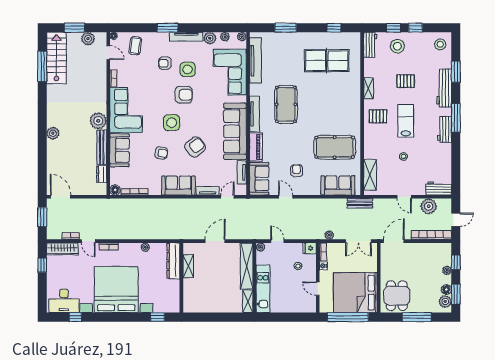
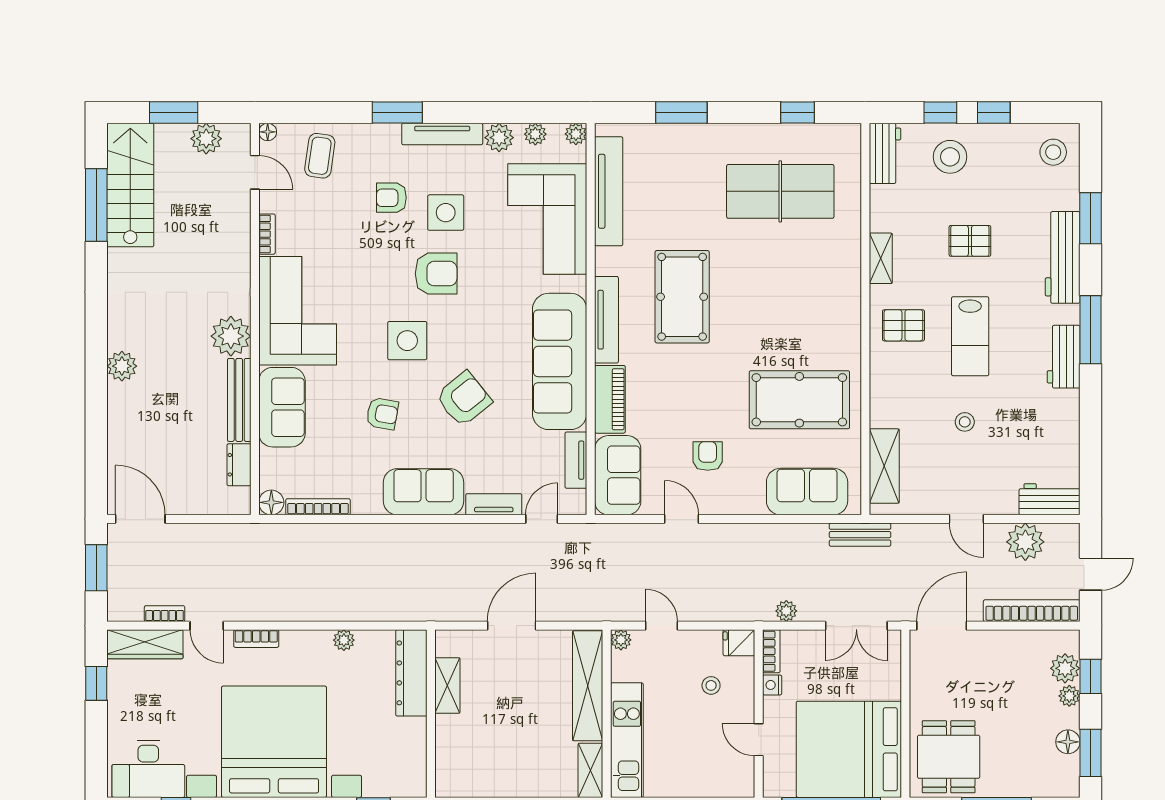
lab bench: (406, 121) -> (970, 336), turned 180
plant: (445, 302) -> (1065, 668), moved

